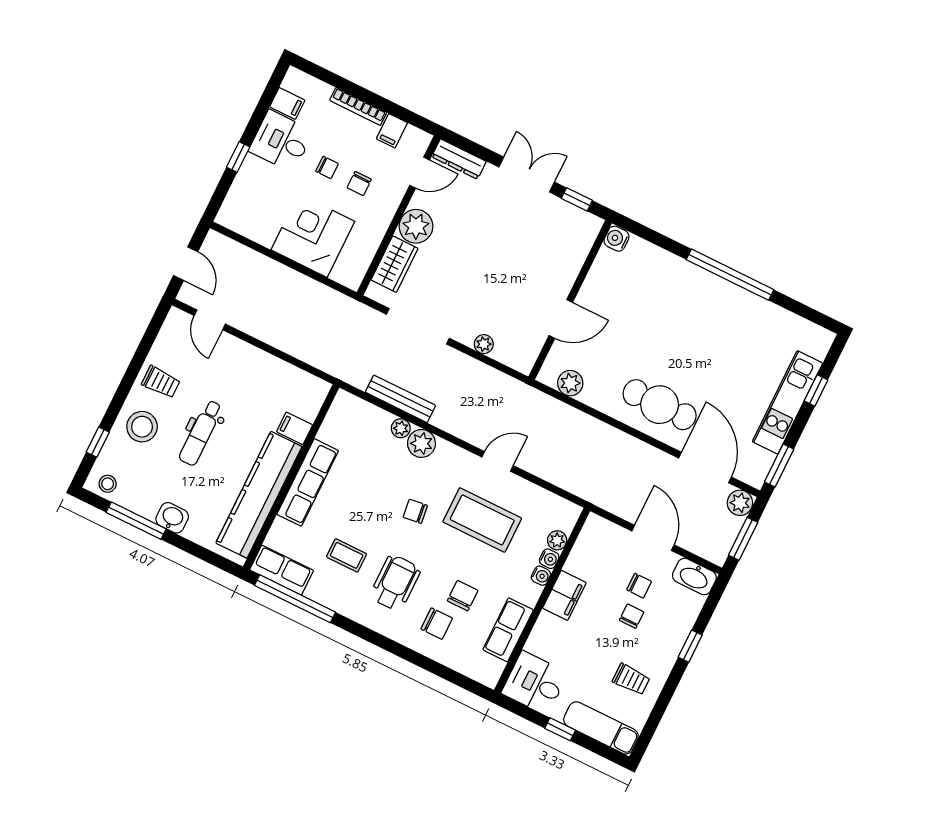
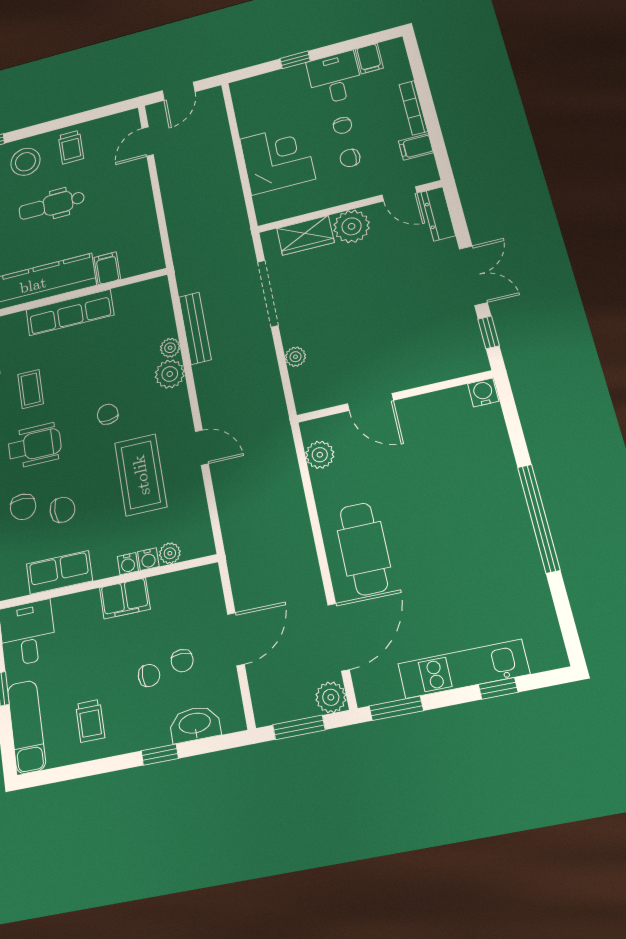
washbasin: (694, 577) -> (195, 724), moved, turned 90

